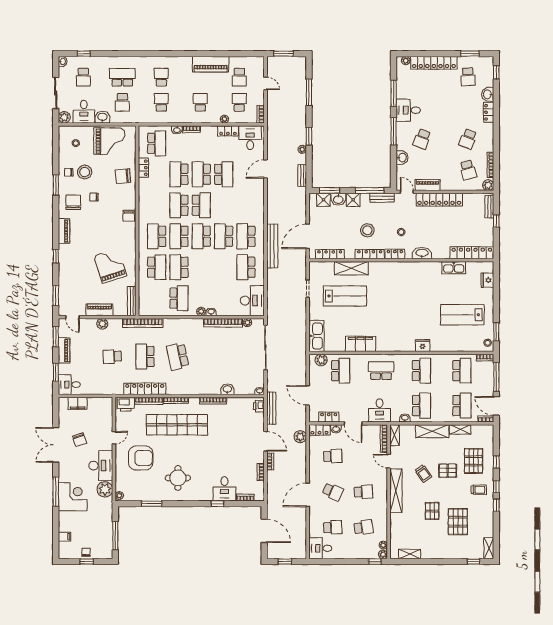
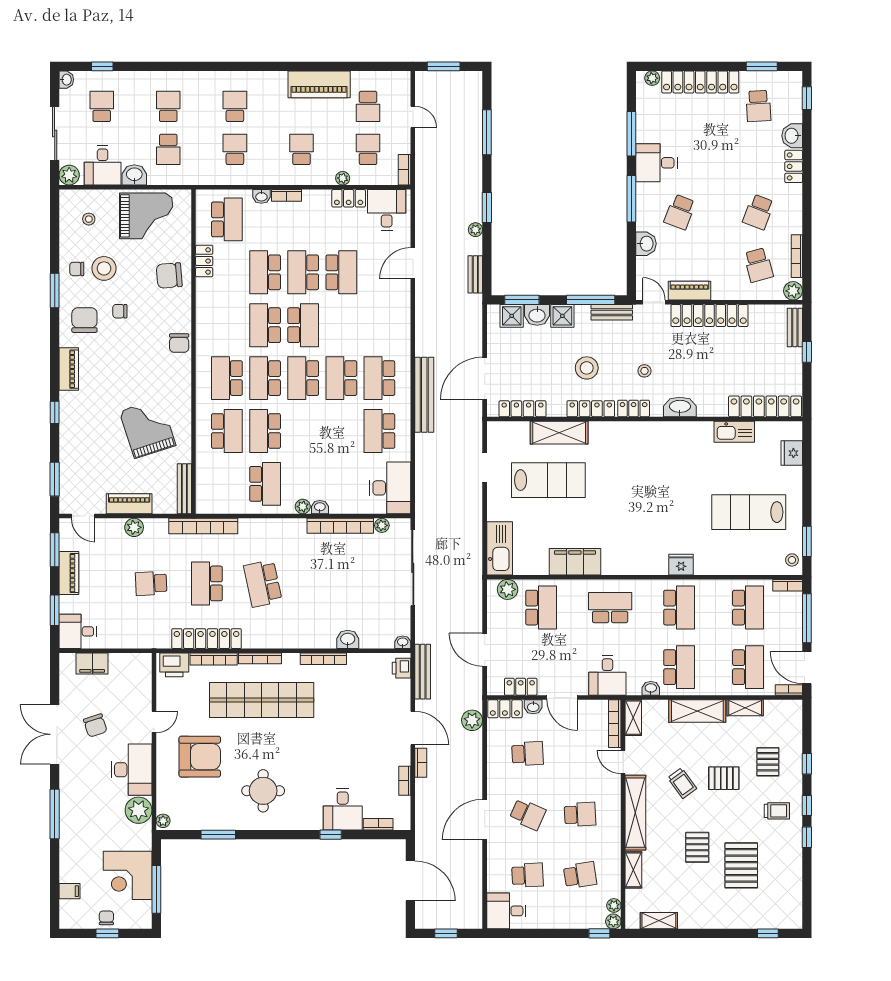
school desk: (83, 77) -> (102, 106), turned 180
school desk: (122, 77) -> (168, 106), width x0.54
pallet: (473, 461) -> (768, 762), width x0.67, depth x0.71
corner desk: (73, 497) -> (128, 875), moved, turned 180
shelving: (489, 548) -> (633, 870), moved

